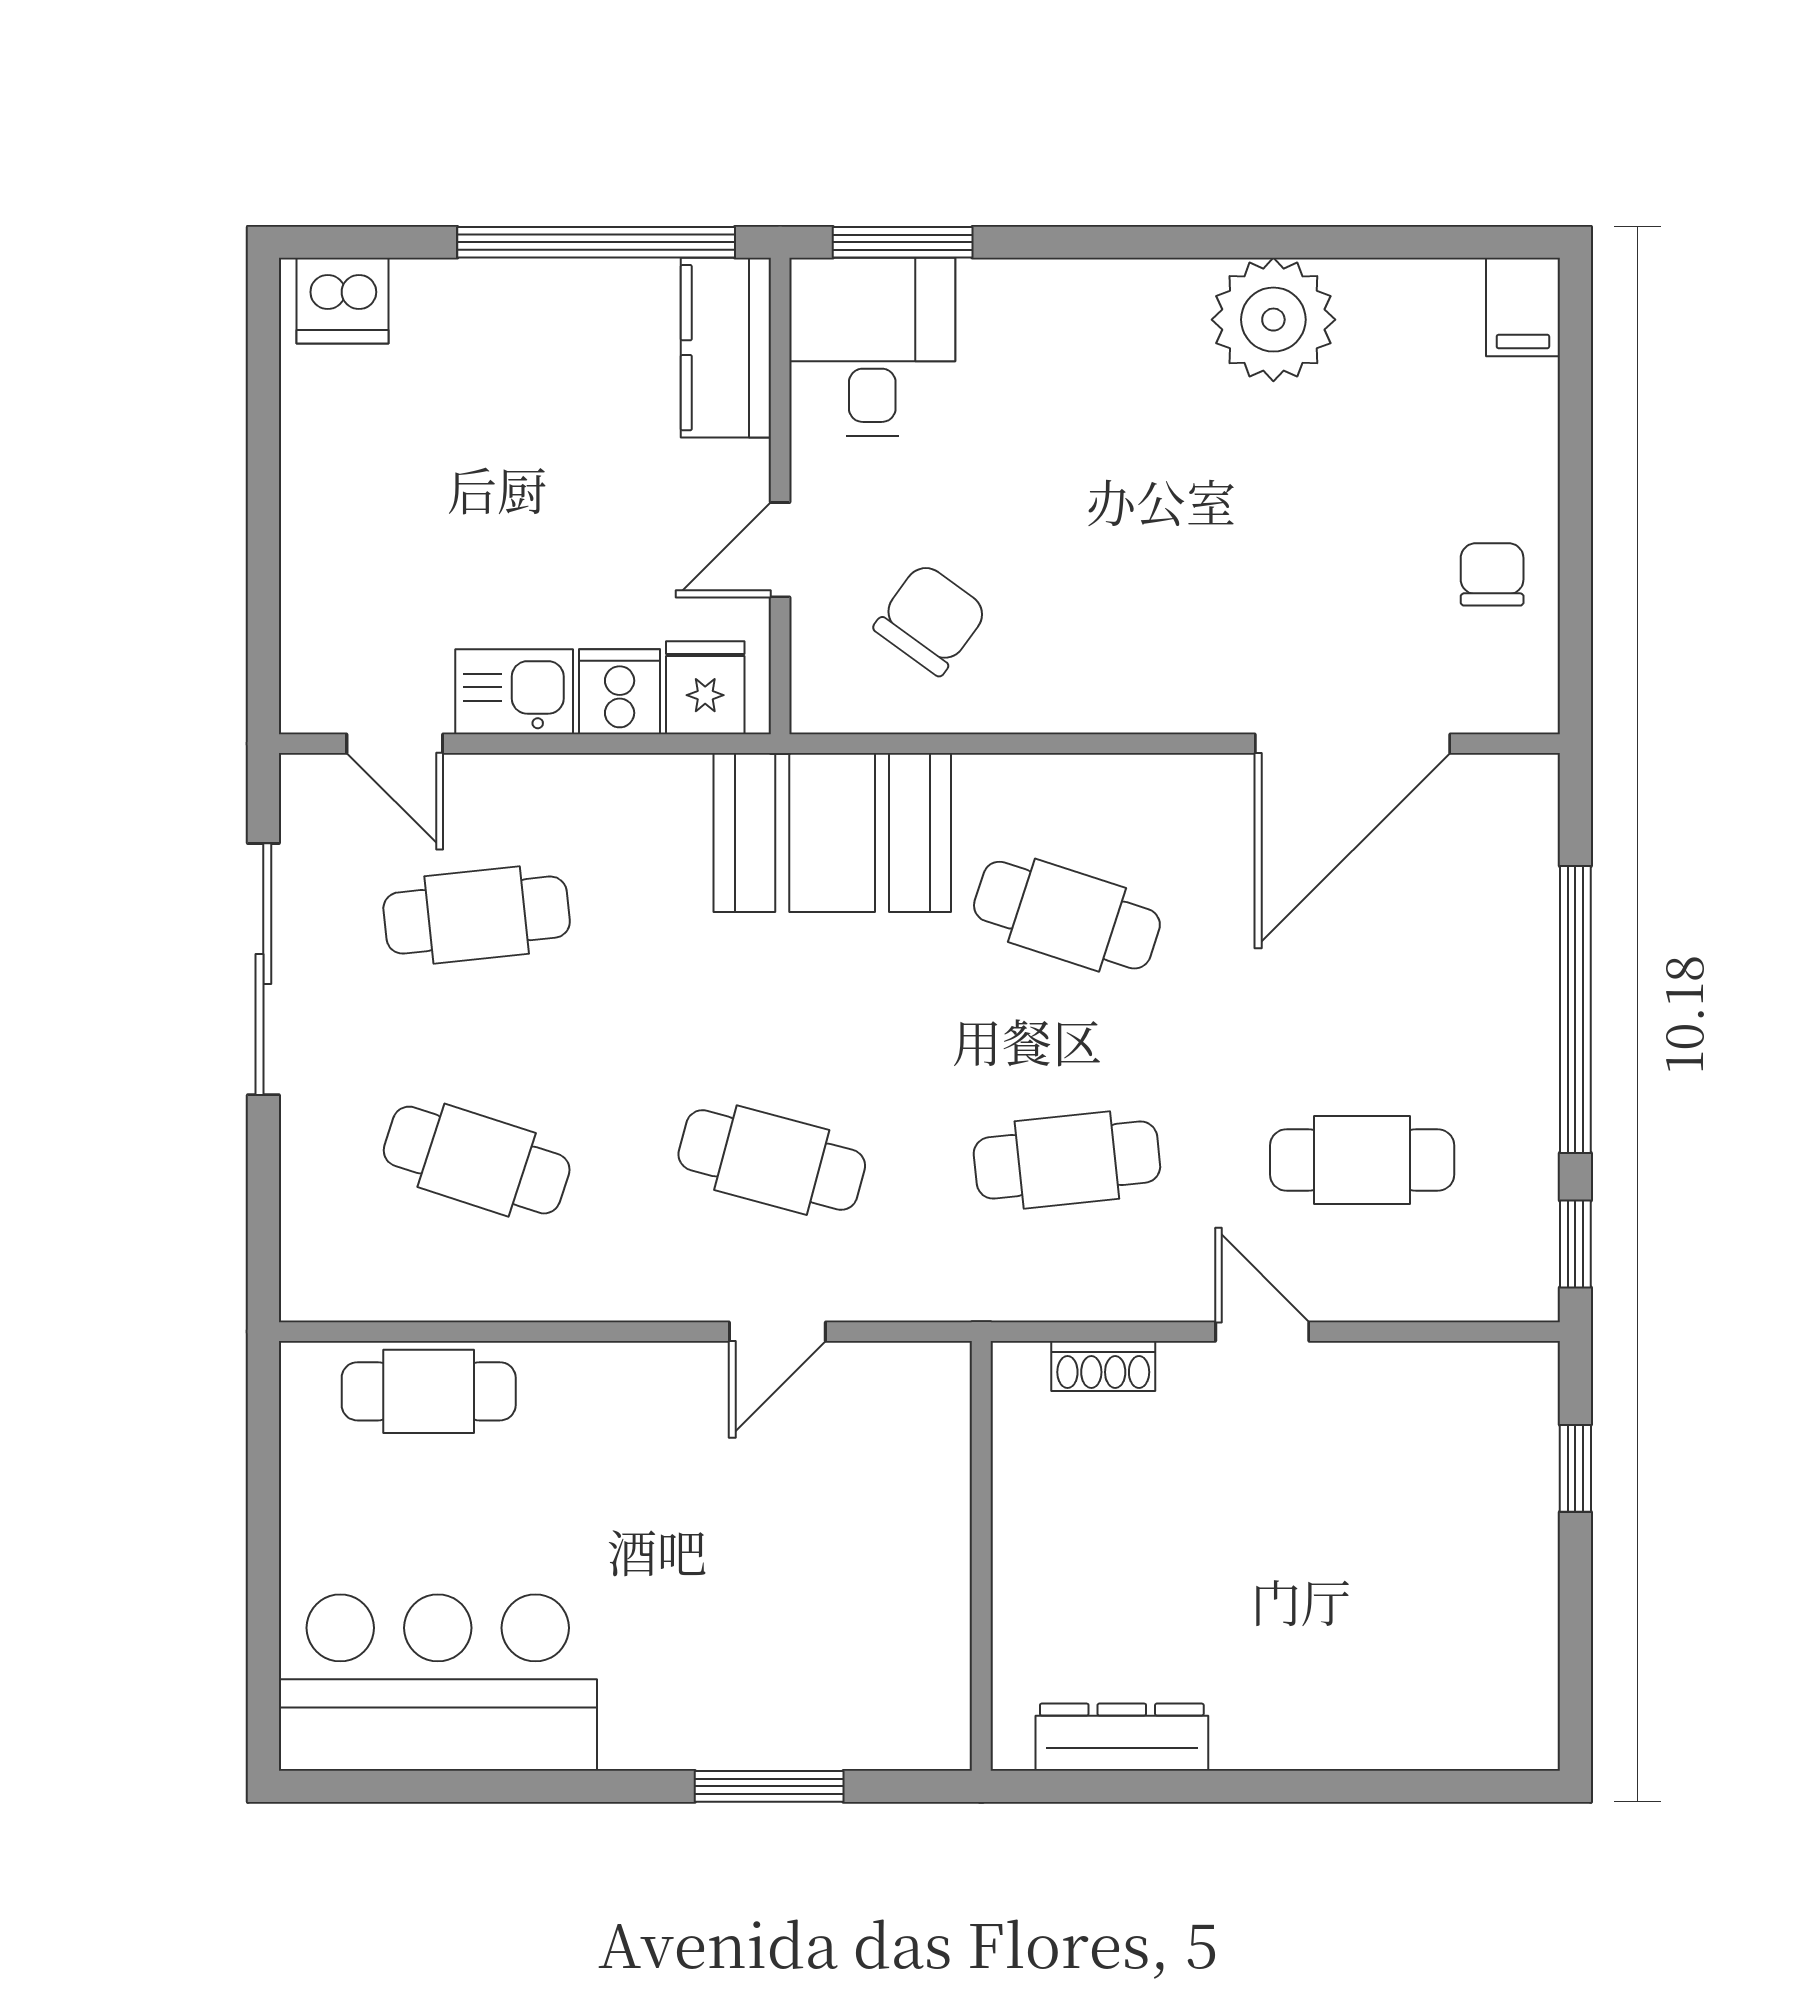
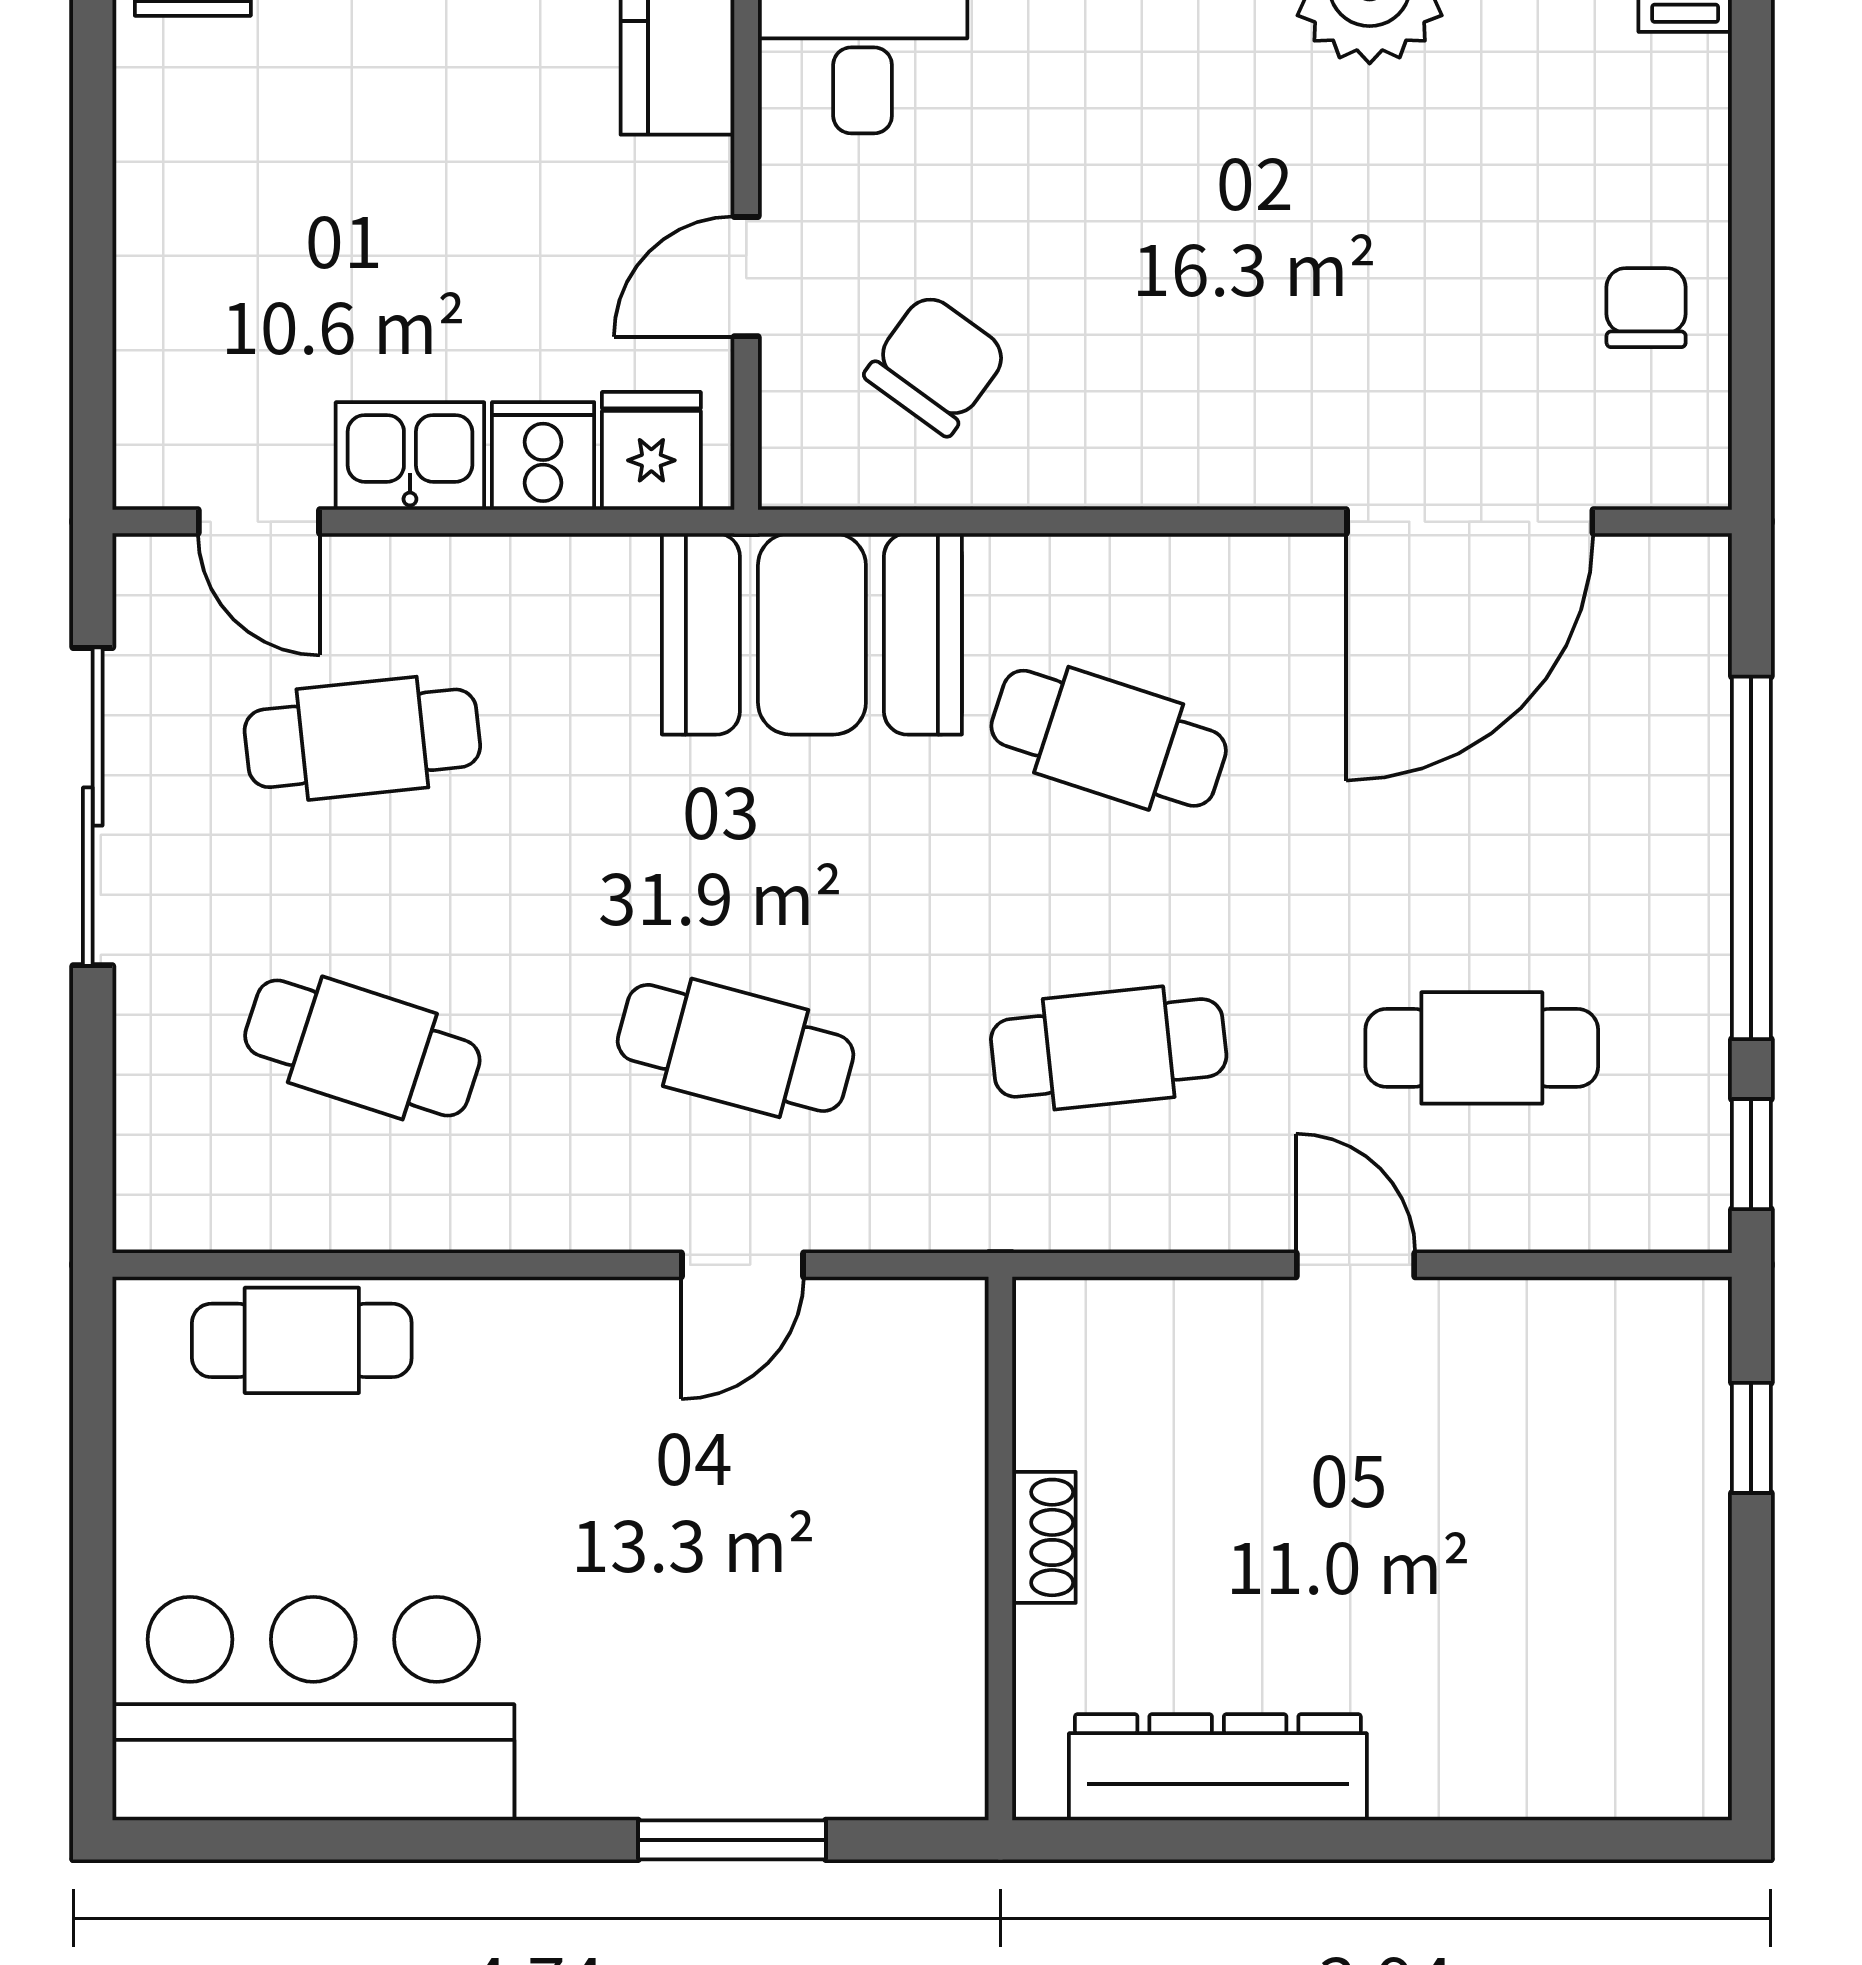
shoe rack: (1103, 1366) -> (1044, 1537), moved, turned -90
dresser: (1122, 1737) -> (1218, 1767), width x1.37, depth x1.24

